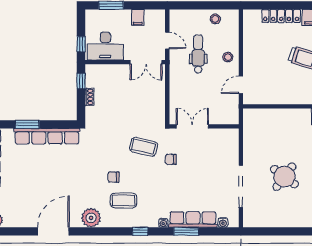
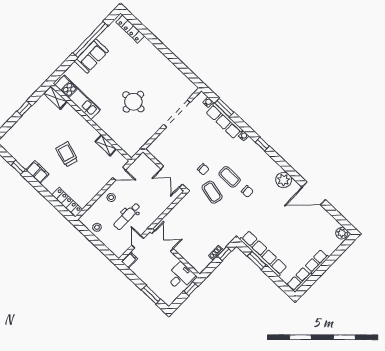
locker: (281, 16) -> (67, 202), moved
filing cabinet: (138, 18) -> (129, 260), moved
desk: (105, 46) -> (180, 276), width x0.73
window: (81, 81) -> (224, 254), moved
shelving: (276, 99) -> (106, 145), added
window: (27, 124) -> (257, 260), moved
round table: (284, 177) -> (133, 102), moved, turned -37
coffee table: (124, 200) -> (230, 177), moved
window: (186, 231) -> (224, 108), moved

